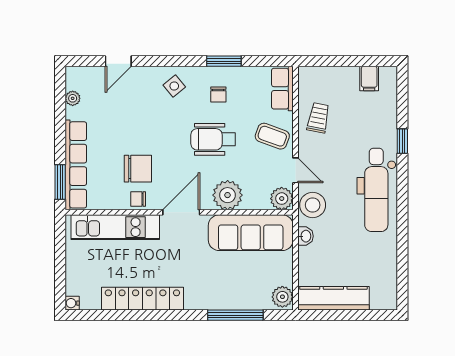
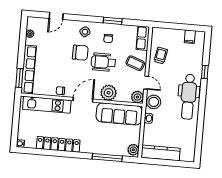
chair: (138, 169) -> (80, 53), moved

